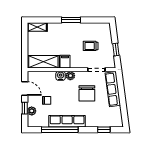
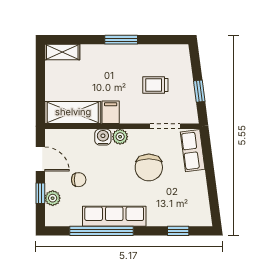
row of seats: (113, 89) -> (193, 151), width x0.68

